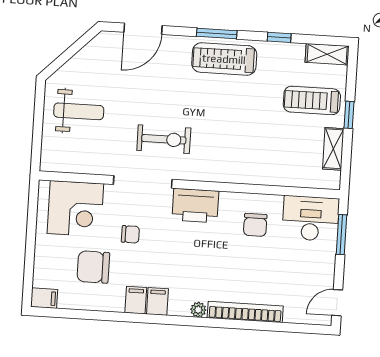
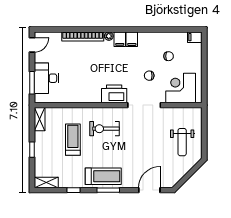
treadmill: (312, 100) -> (73, 140), moved, turned -90
weight bench: (79, 111) -> (182, 142), turned -90
exercise bike: (164, 139) -> (105, 129), moved
shelving: (333, 149) -> (40, 119), moved
desk: (311, 218) -> (46, 78), moved, turned 90
chair: (255, 225) -> (80, 85), removed
chair: (93, 267) -> (169, 56), width x0.54, depth x0.54
filing cabinet: (136, 300) -> (120, 39), moved

